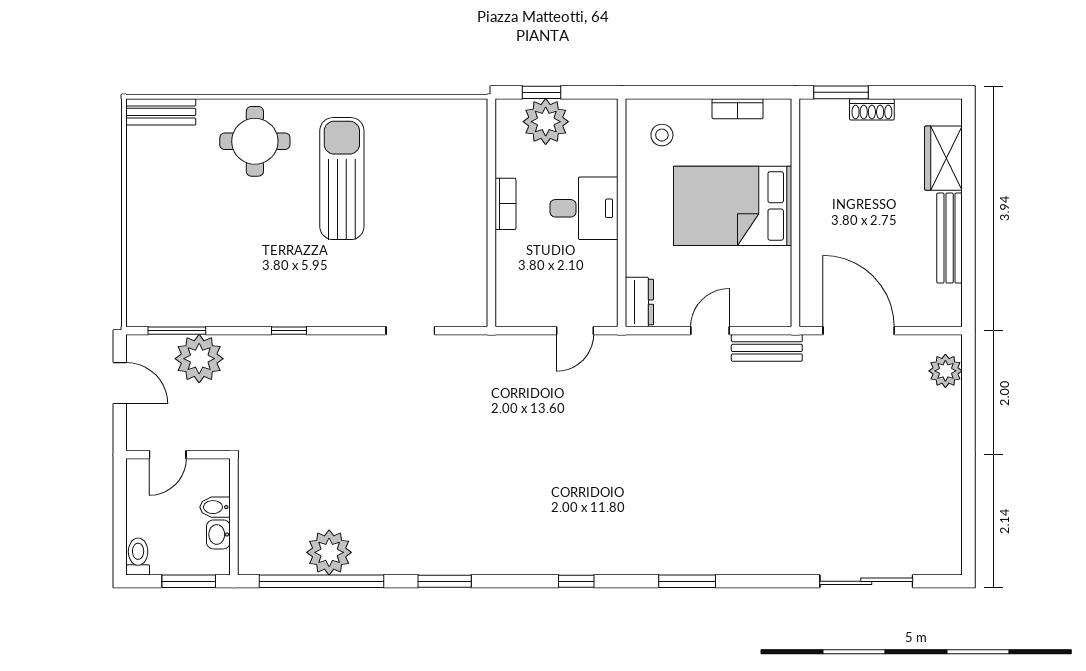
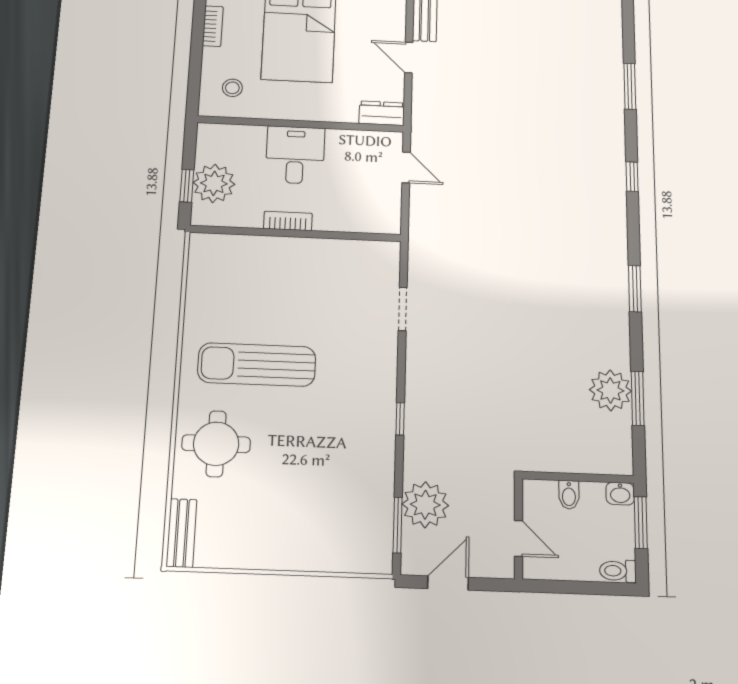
washbasin: (218, 534) -> (620, 494), moved
window: (321, 581) -> (638, 398), width x0.47

